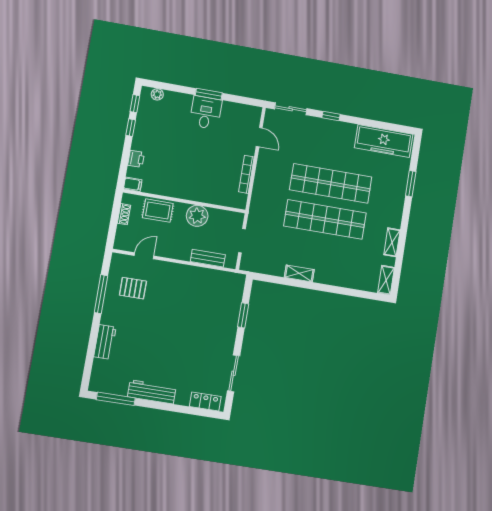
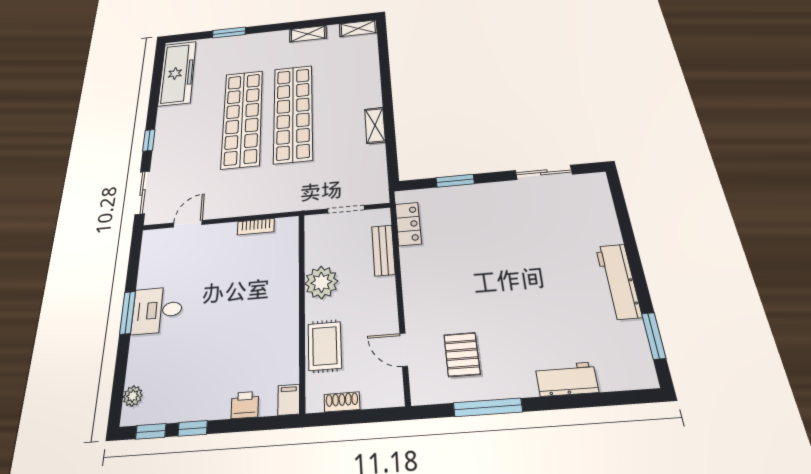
bookcase: (246, 174) -> (256, 227), width x0.64
window: (116, 399) -> (654, 336), width x0.69
locker: (205, 401) -> (408, 224), moved, turned 180

